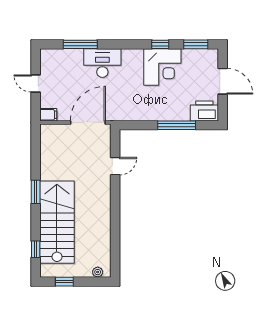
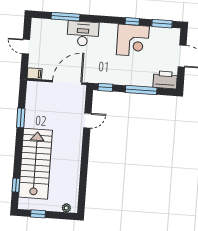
window: (134, 125) -> (105, 87), added
window: (36, 192) -> (21, 118), moved

